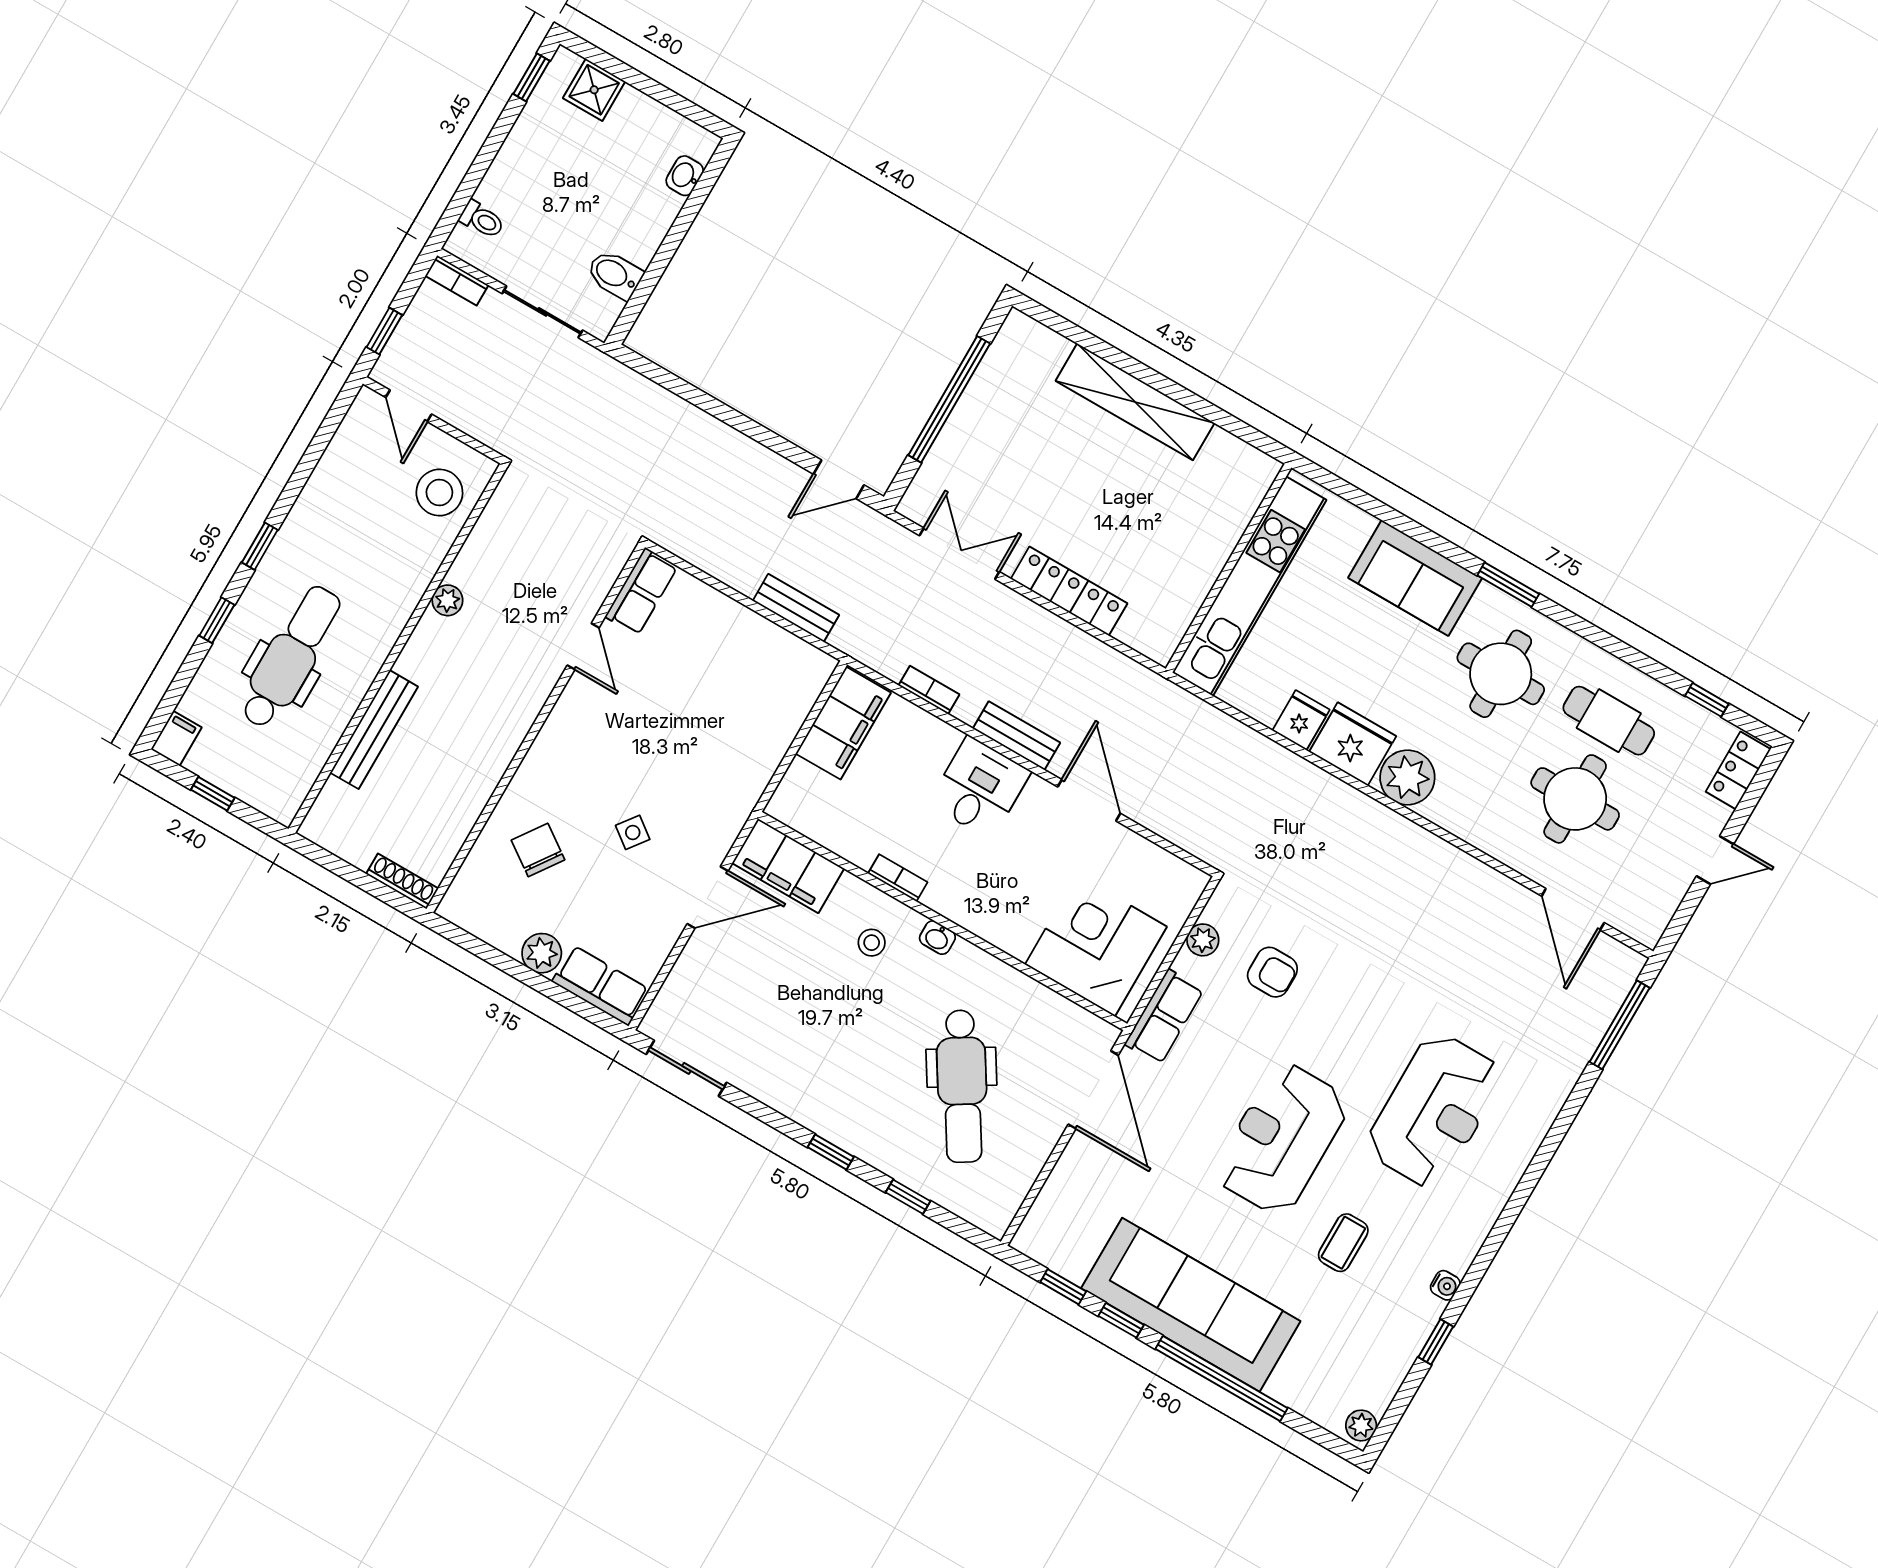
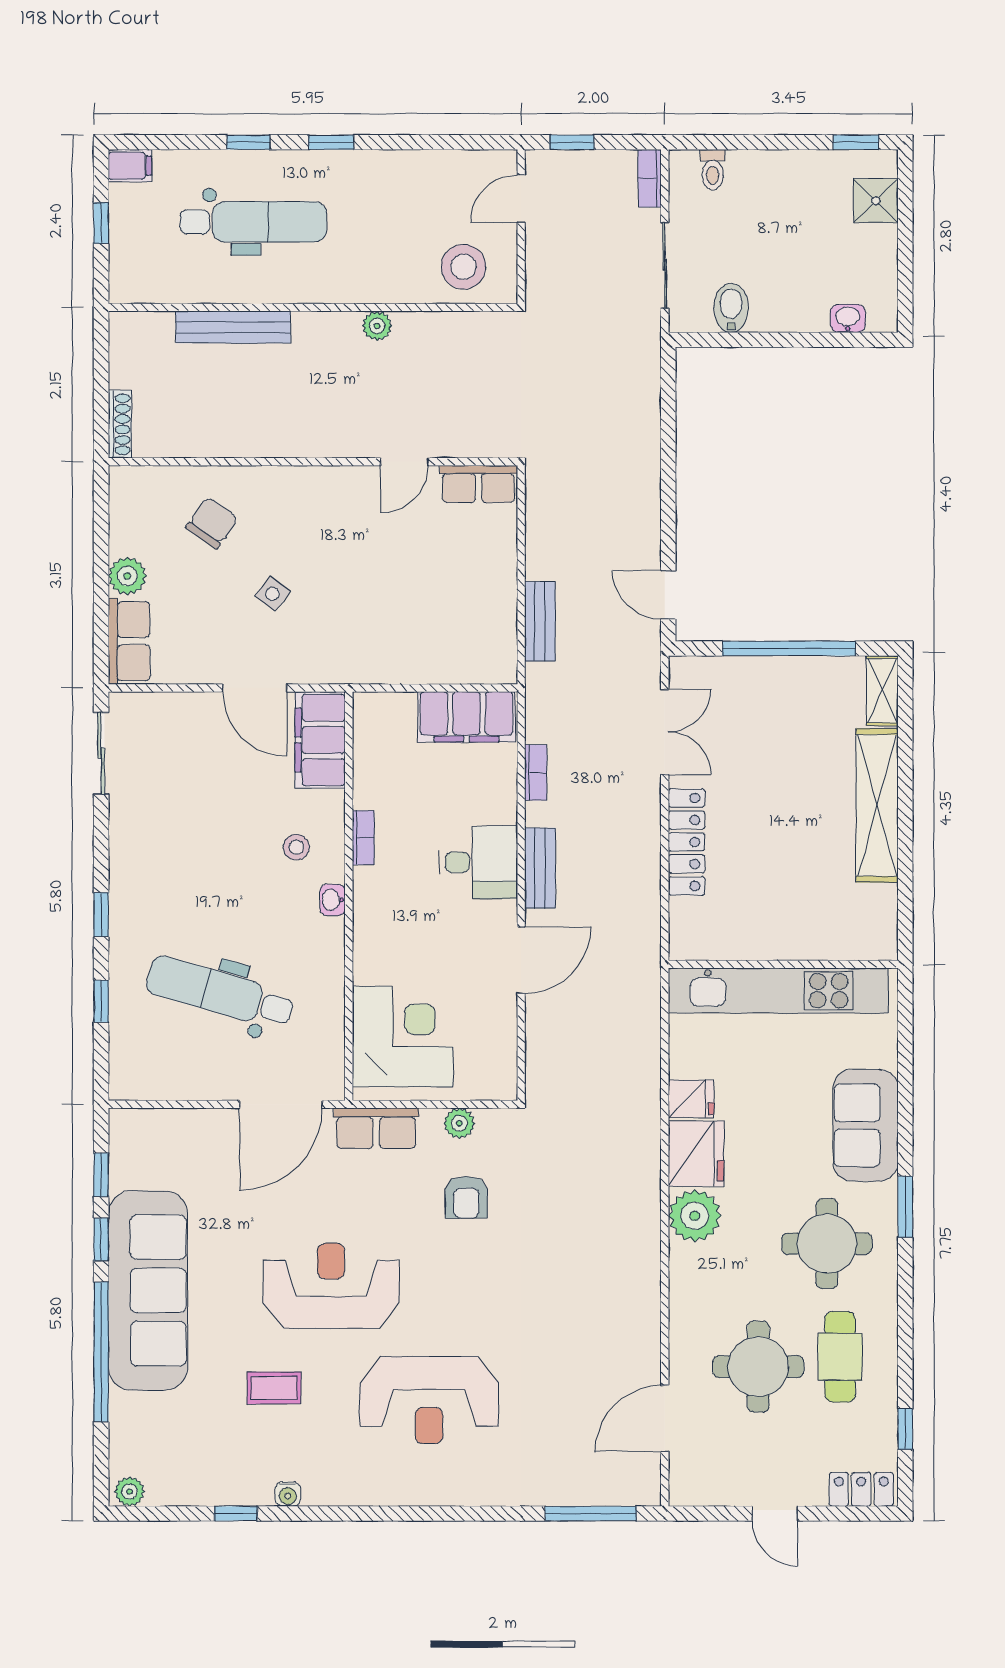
shelving: (1035, 338) -> (882, 691), added
dental chair: (962, 1086) -> (220, 993), turned 48

